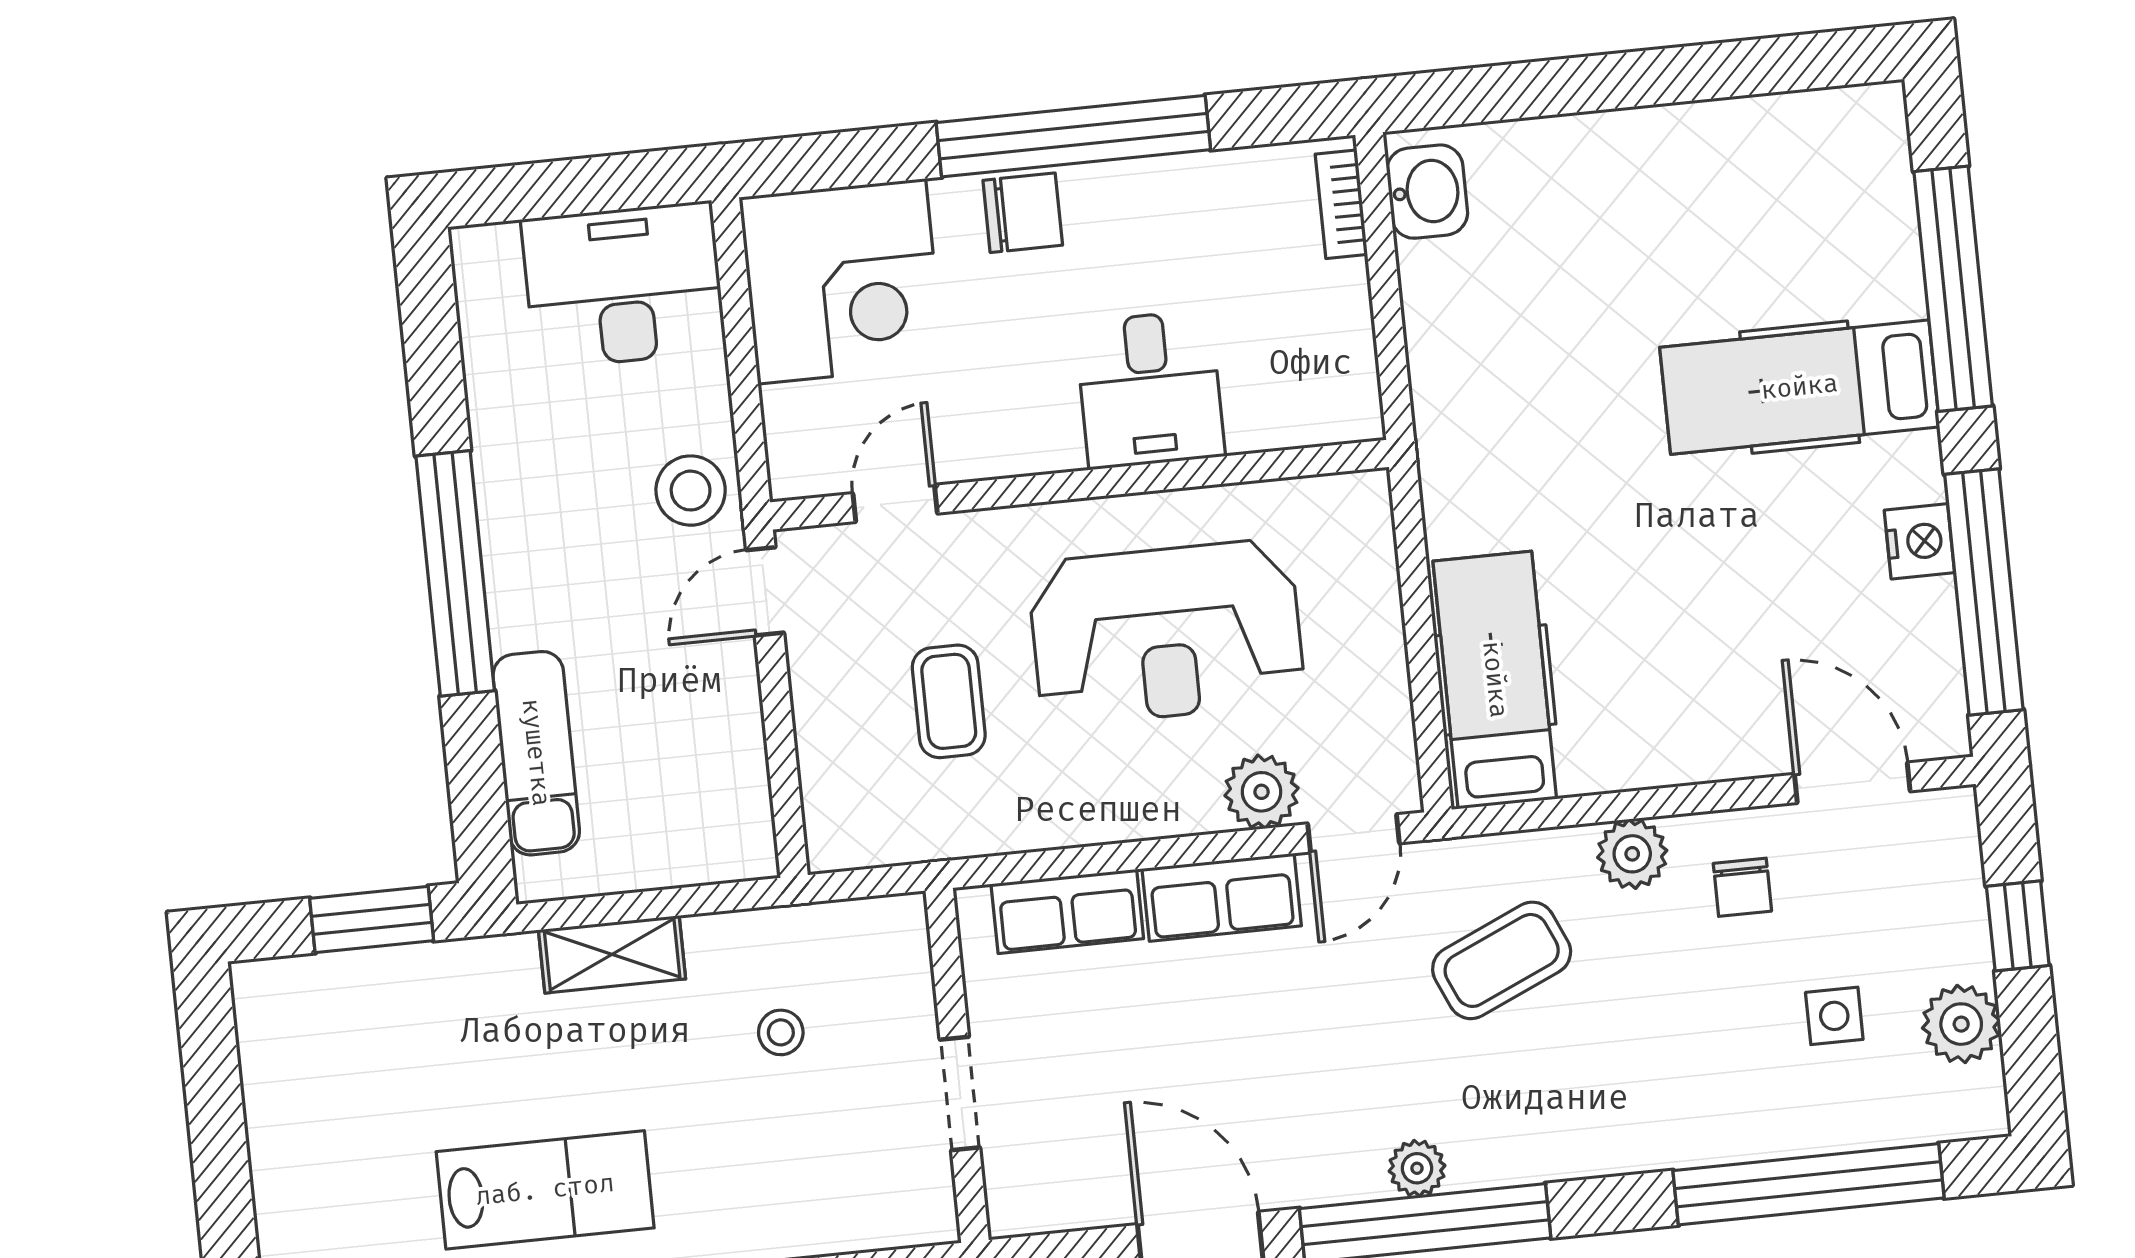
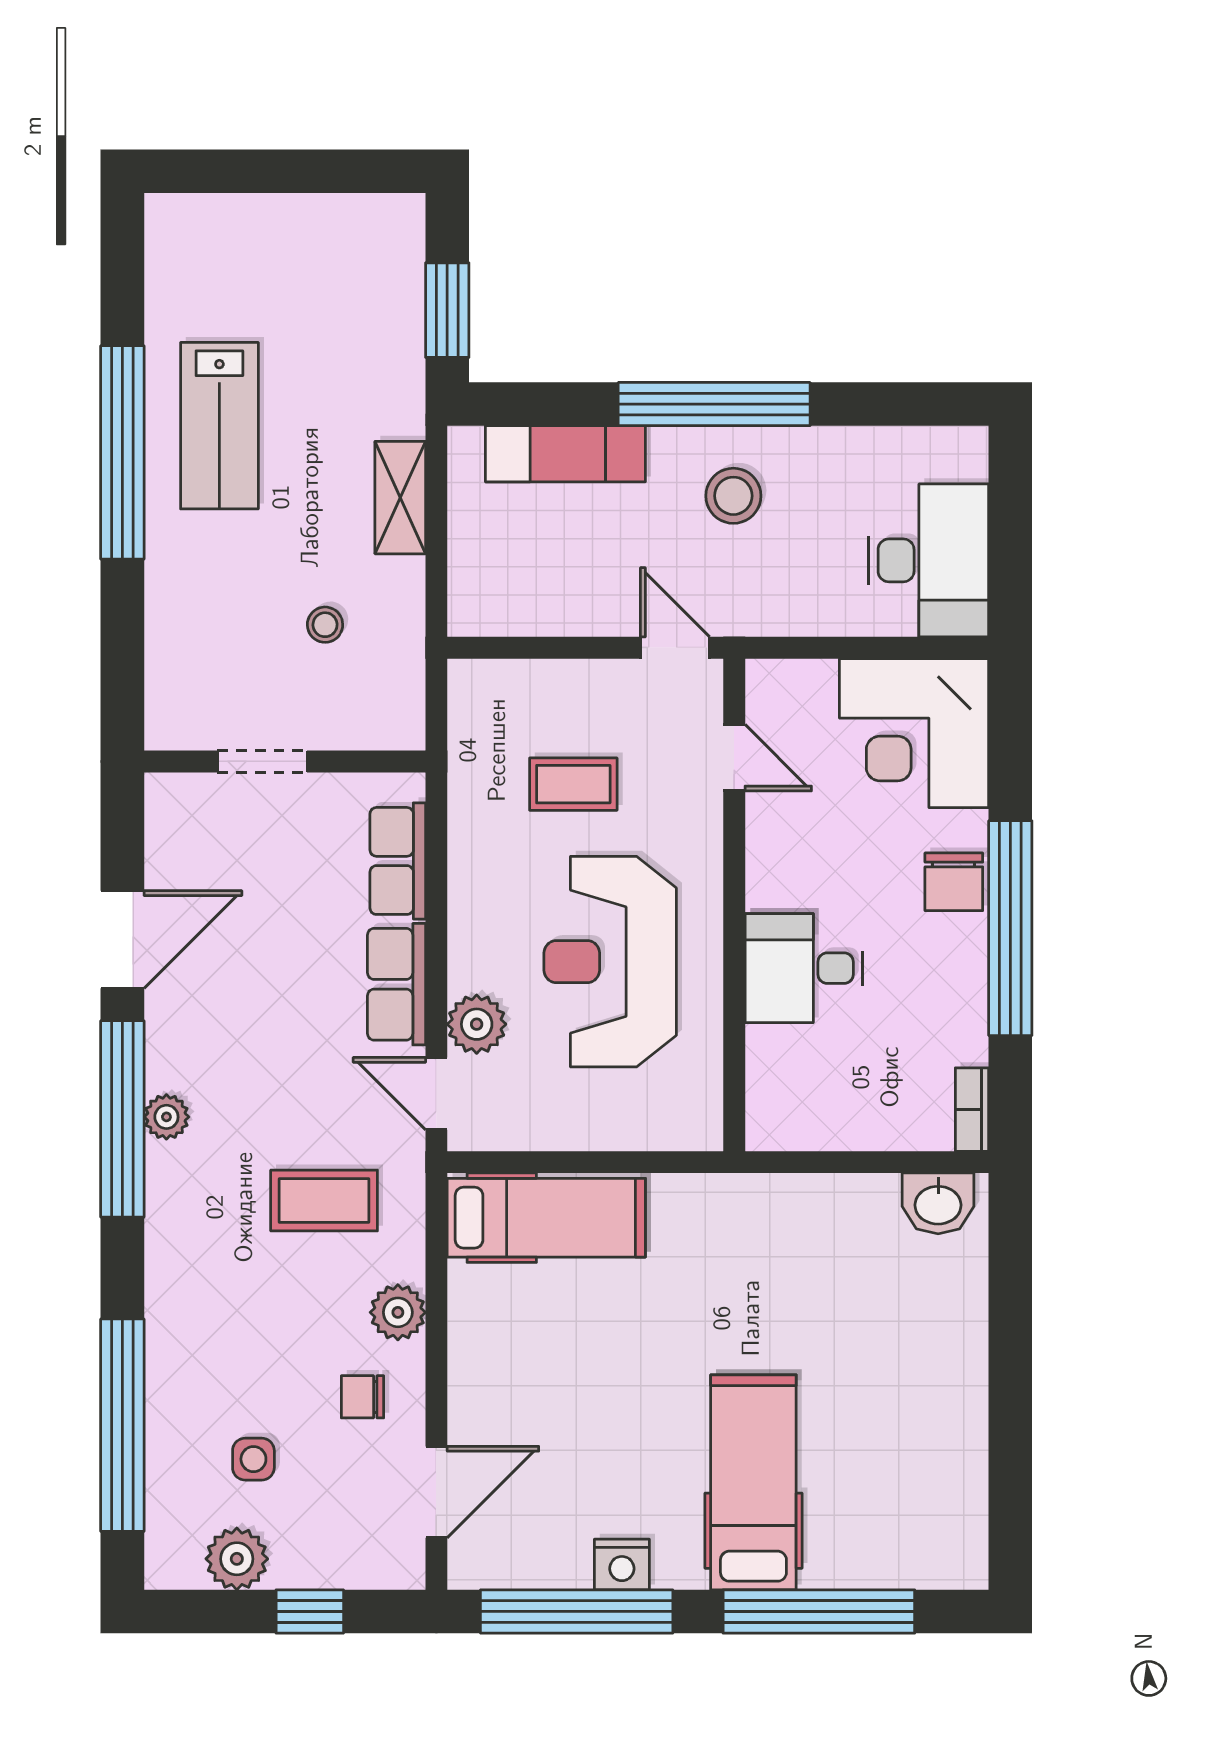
bookcase: (1341, 204) -> (972, 1110), moved, turned -90
stool: (691, 491) -> (733, 496), moved
coffee table: (1502, 960) -> (324, 1201), turned -66

